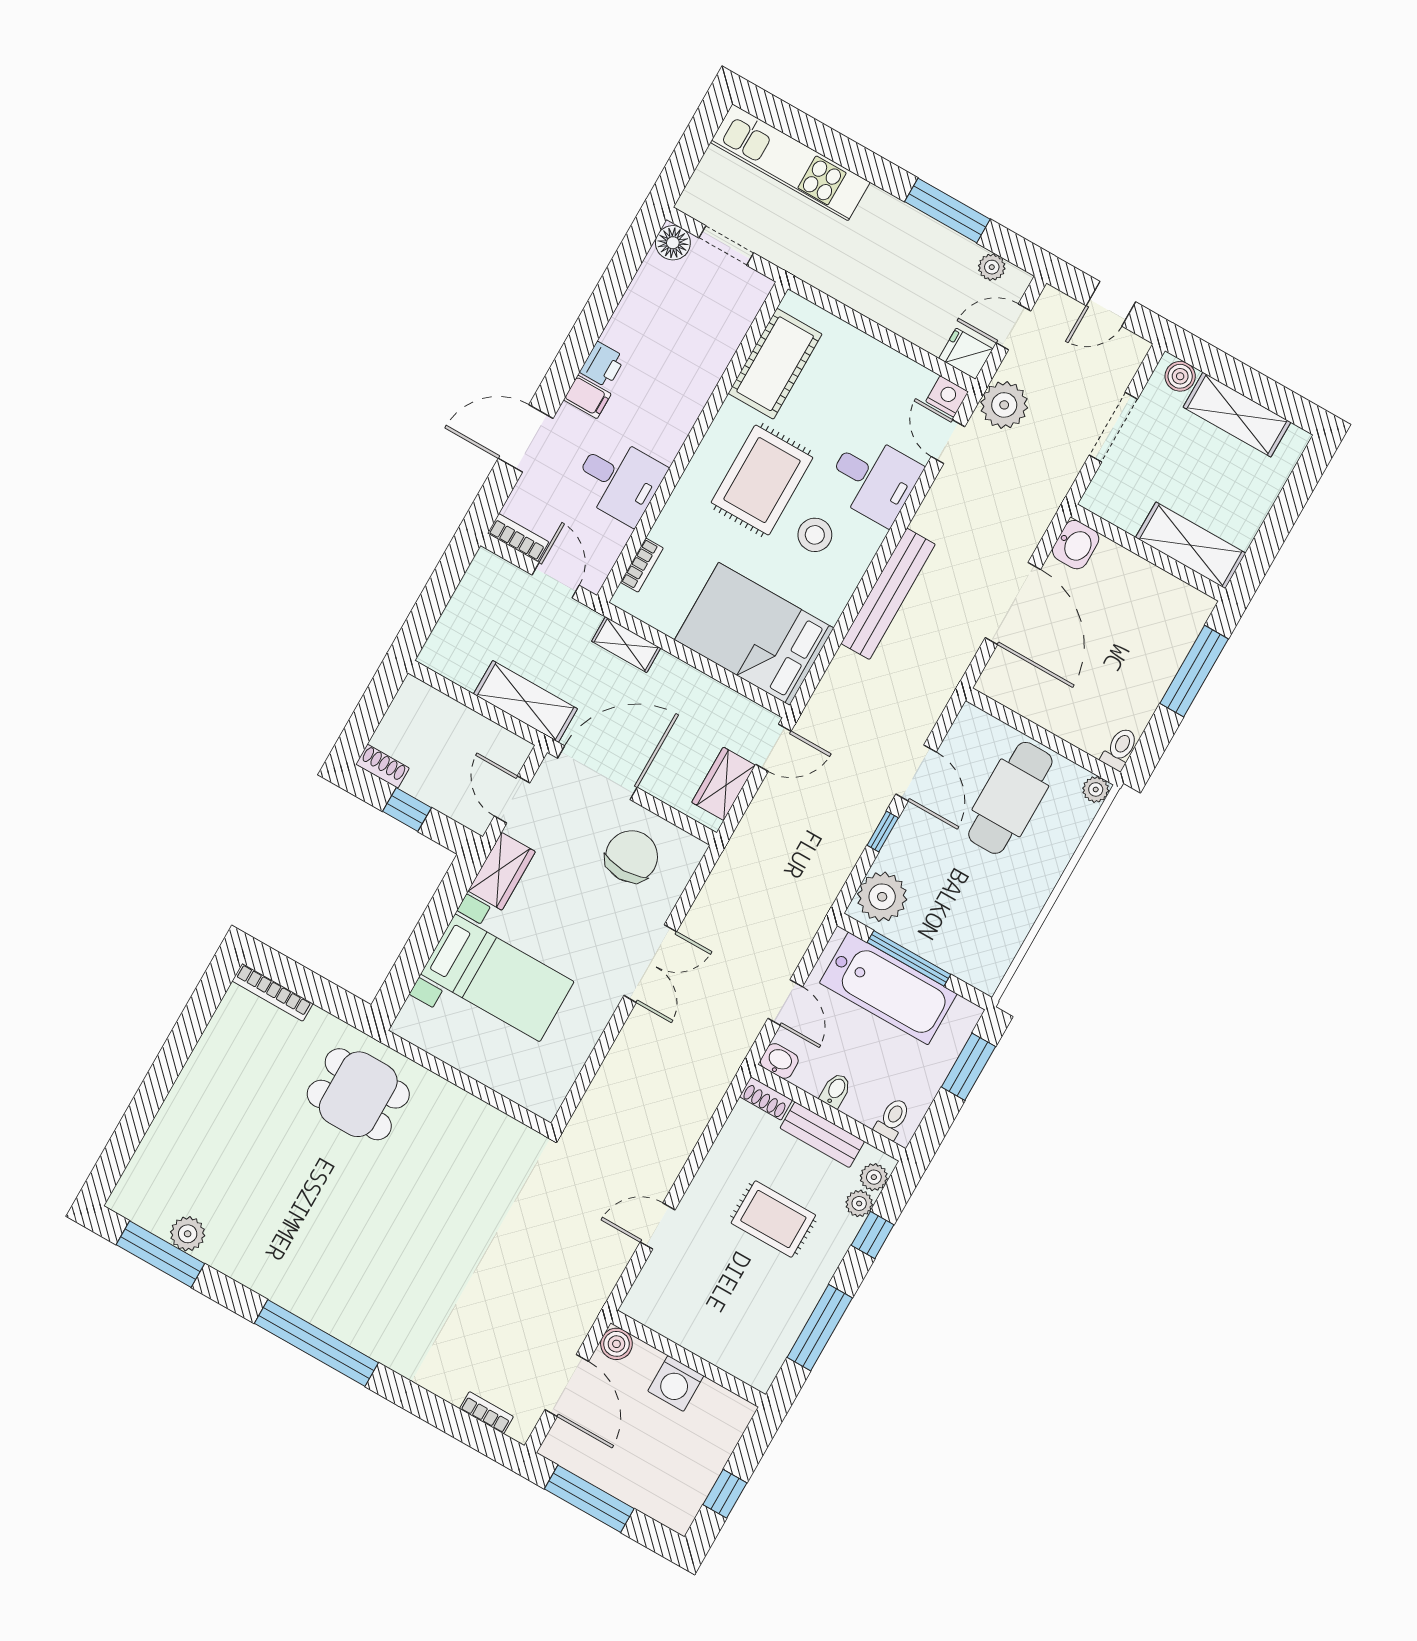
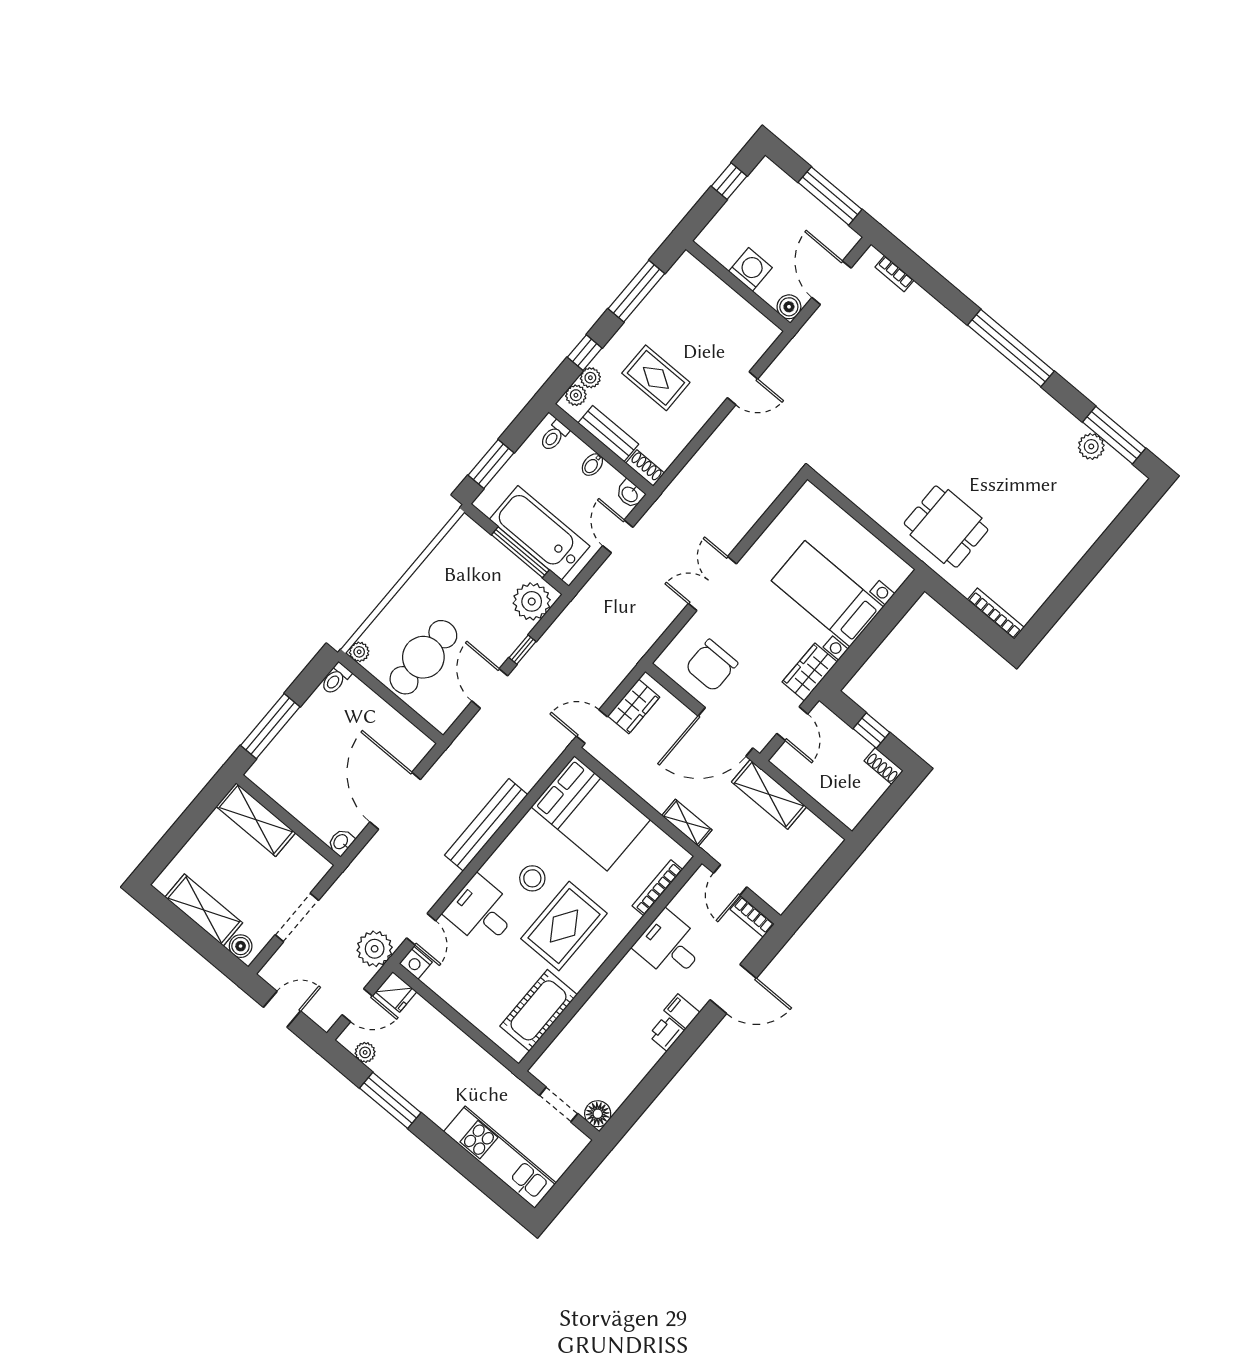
washbasin: (1076, 545) -> (341, 842), width x0.72, depth x0.69
bookcase: (642, 565) -> (657, 888), width x1.56

